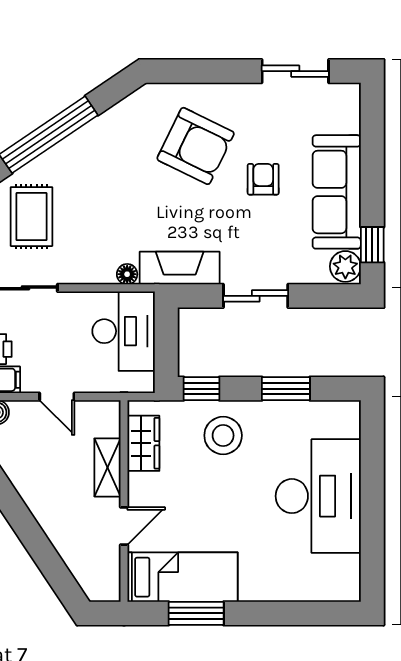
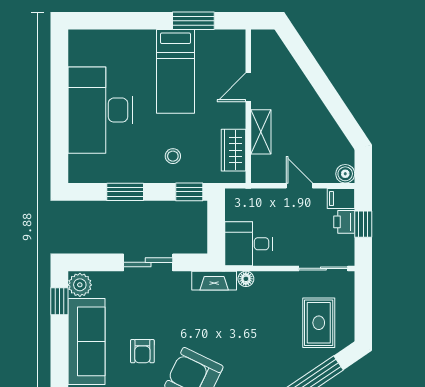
fireplace: (180, 268) -> (214, 281), width x0.73, depth x0.76
desk: (124, 331) -> (249, 244), width x0.73
stool: (223, 435) -> (173, 156), width x0.53, depth x0.53
bed: (183, 577) -> (175, 71), moved, turned -90

